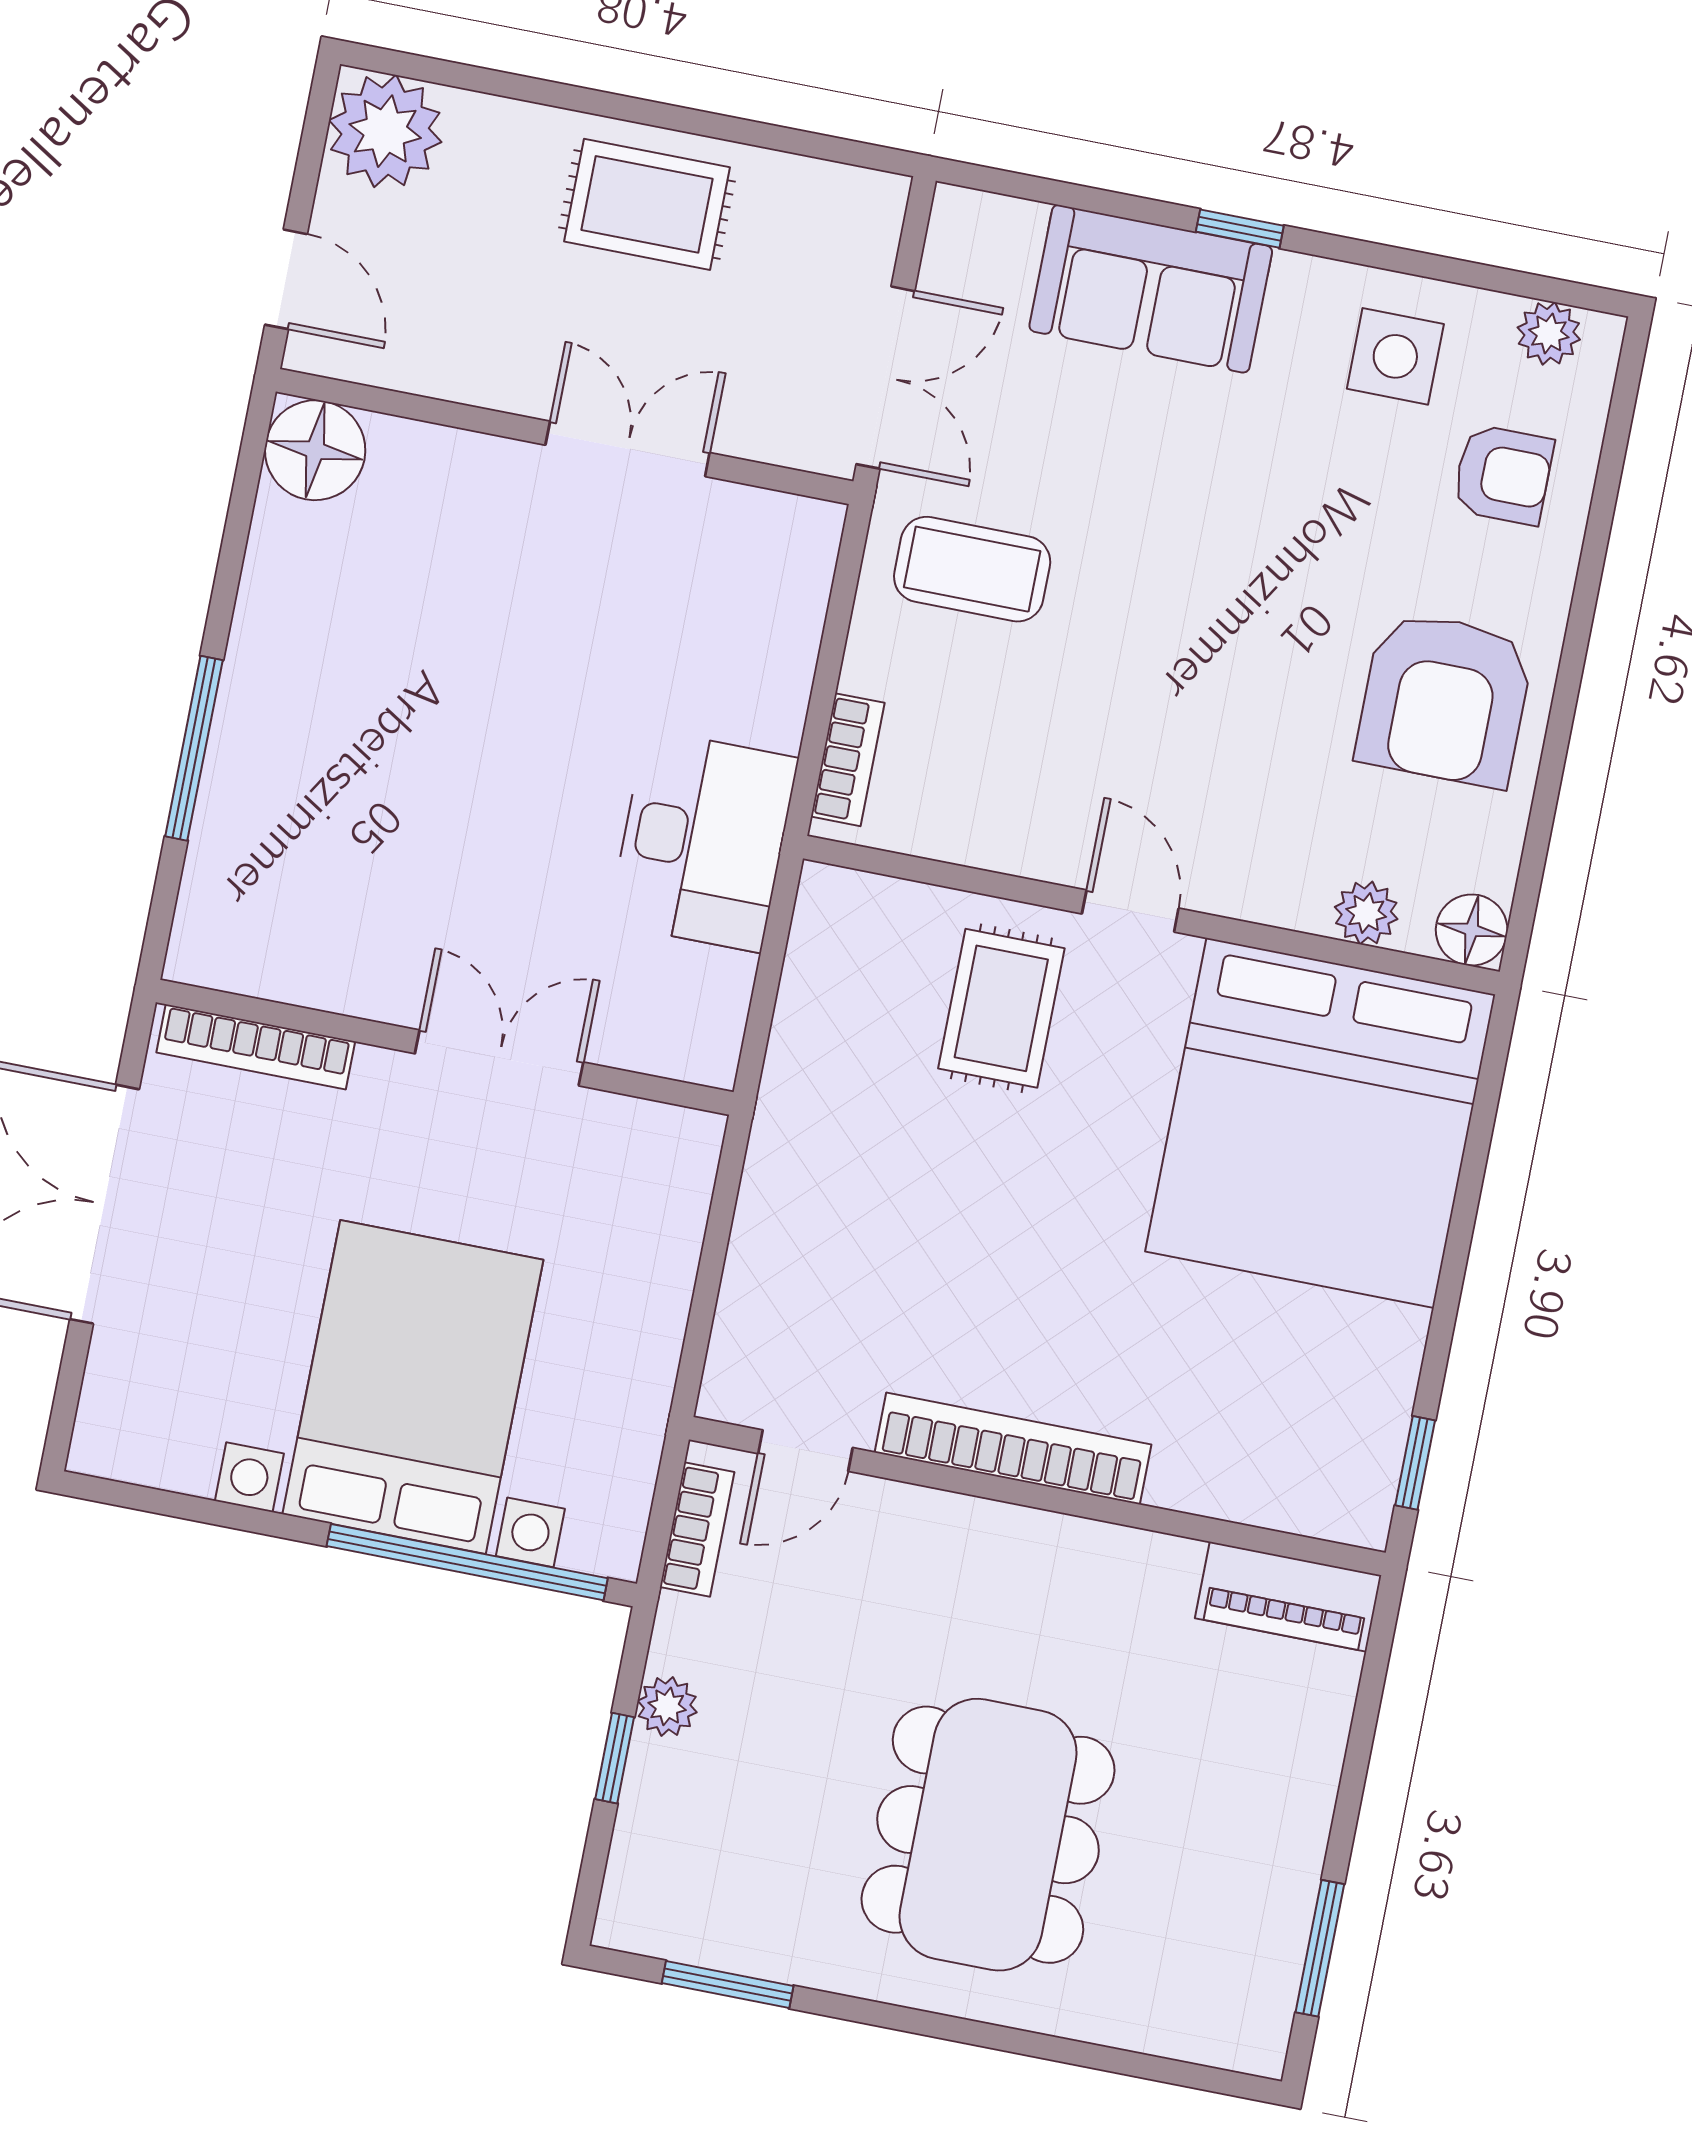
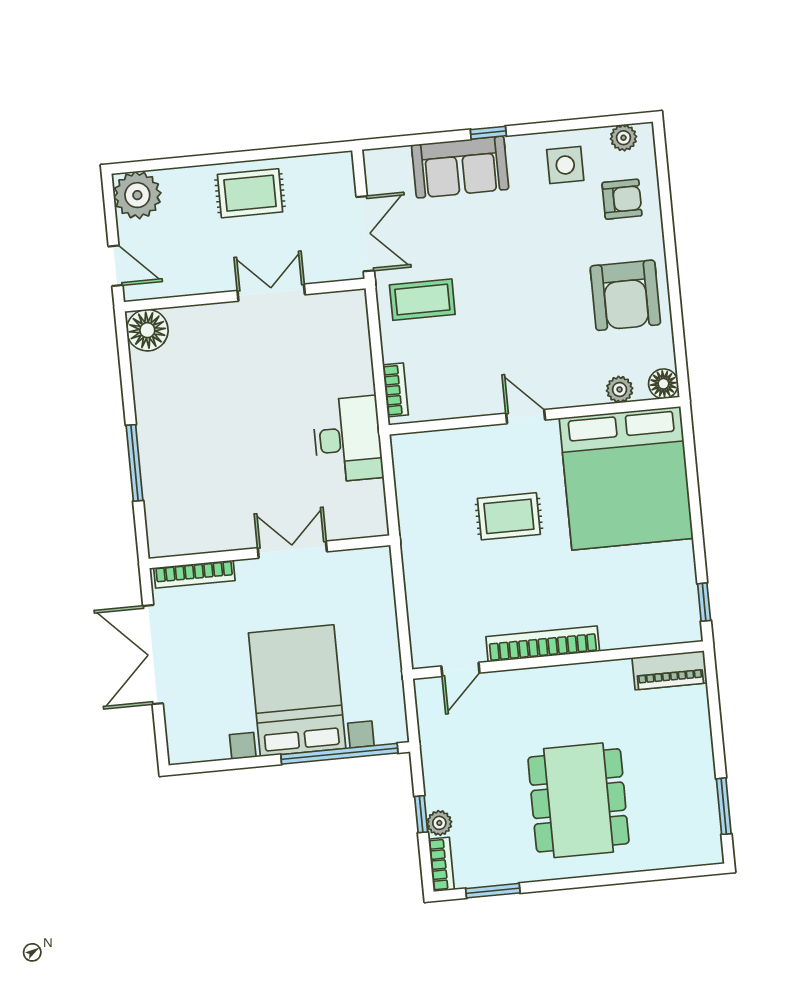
rug: (1001, 1008) -> (509, 516), moved, turned 90
bookcase: (697, 1529) -> (441, 864), moved
plant: (667, 1706) -> (439, 823), moved

